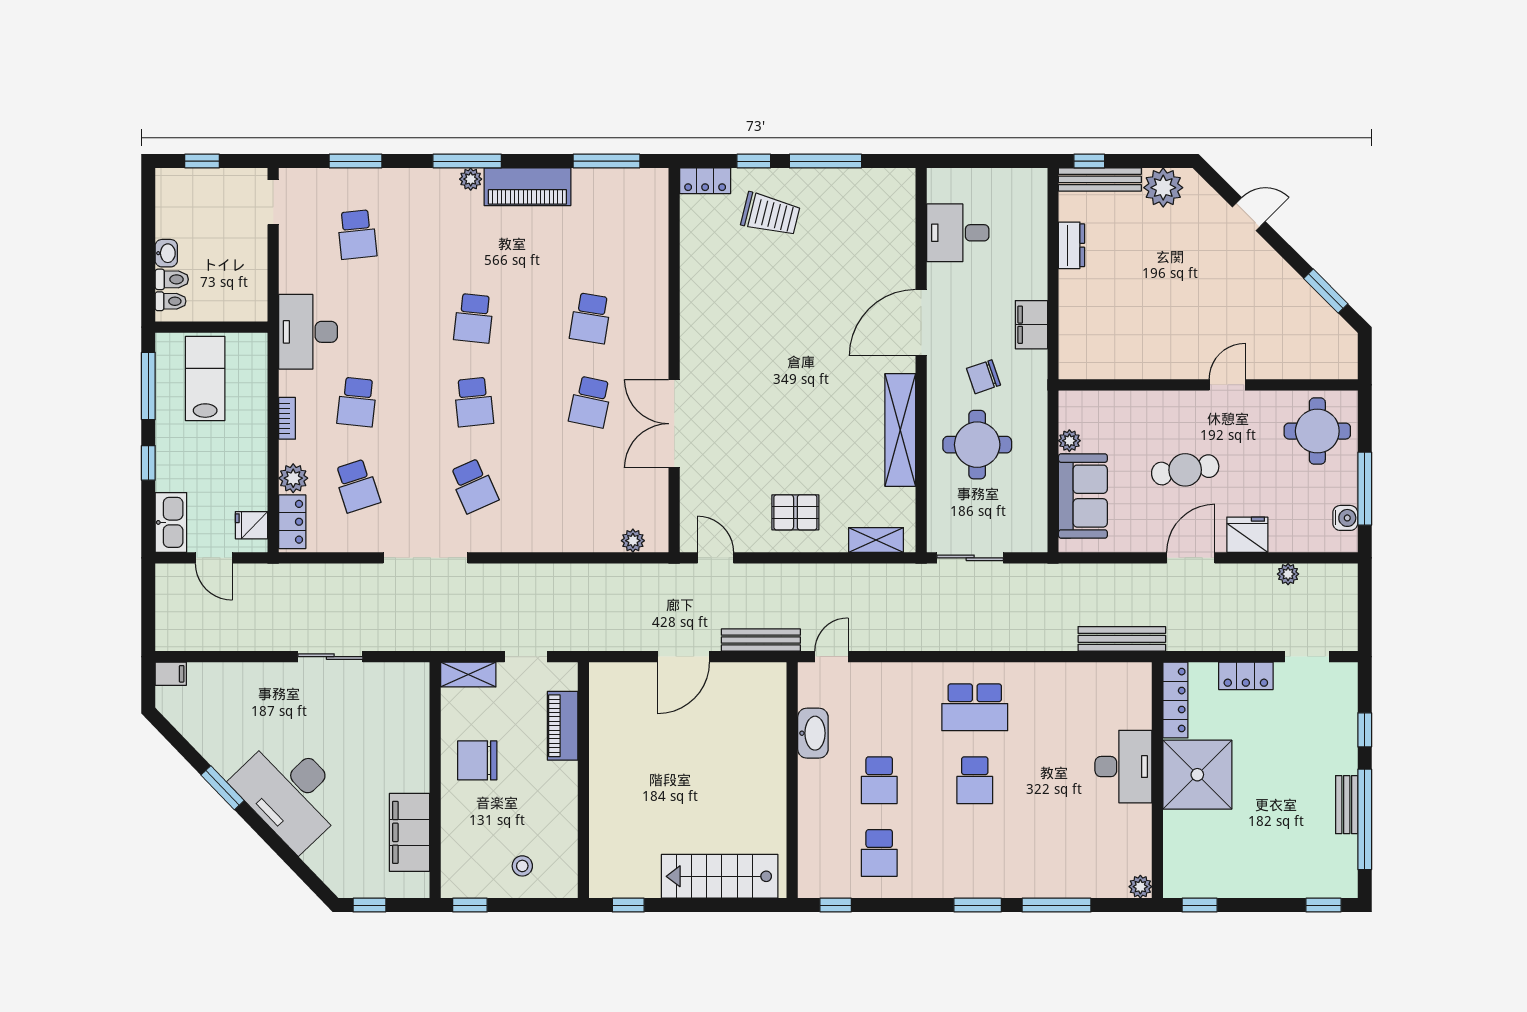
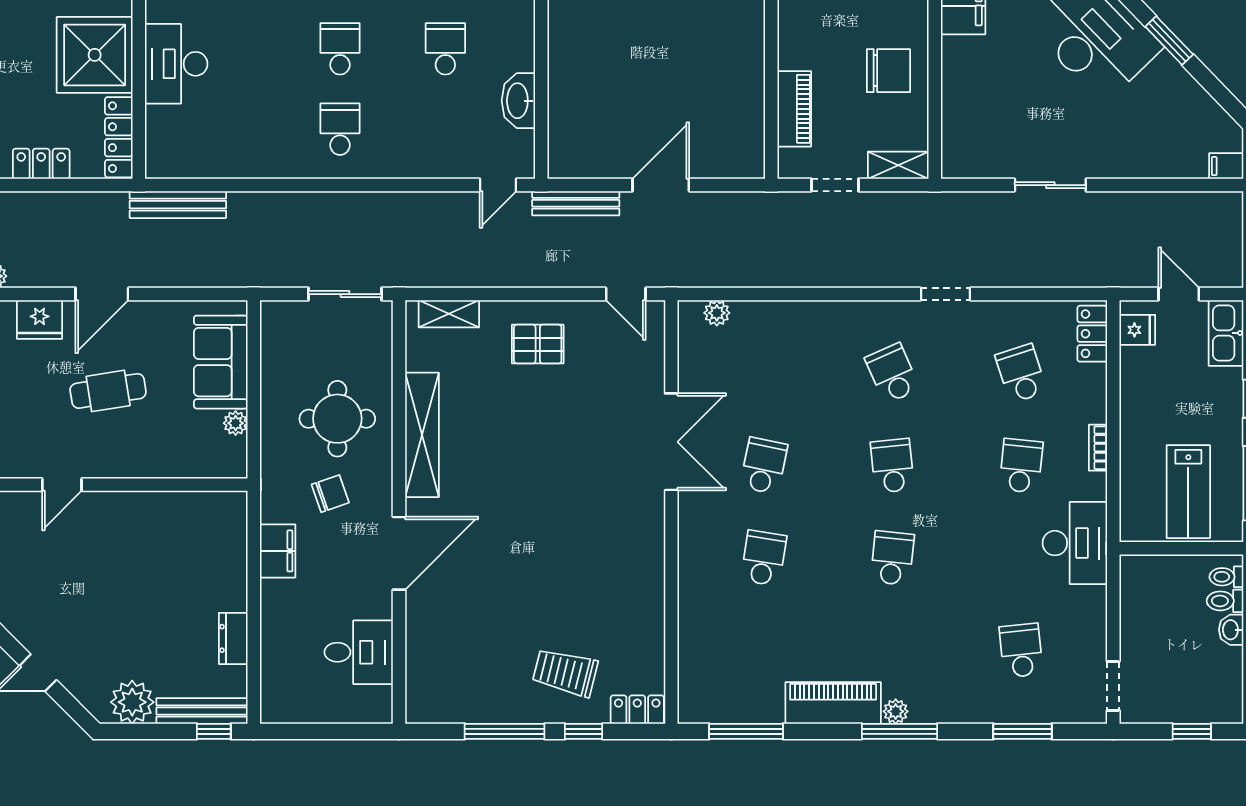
plant: (293, 478) -> (1091, 382), removed
doorway: (425, 558) -> (945, 294), width x0.53
school desk: (975, 707) -> (340, 129), width x0.54

